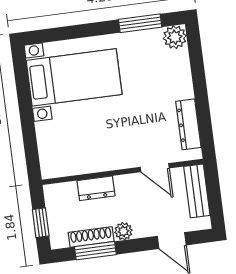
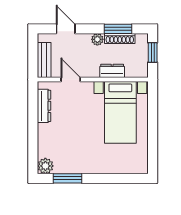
bed with nightstands: (74, 77) -> (120, 112), moved, turned -90

